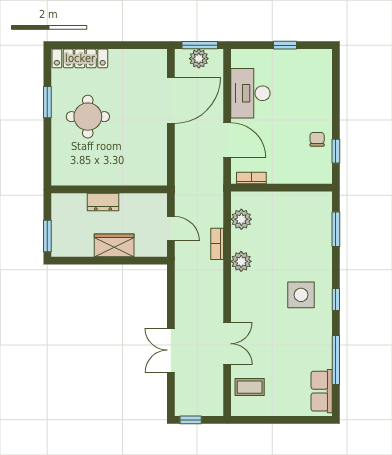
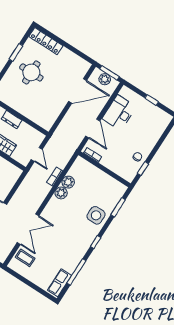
plant: (241, 219) -> (68, 182), moved
side table: (301, 295) -> (96, 215), moved
double door: (227, 344) -> (28, 229), width x1.37

